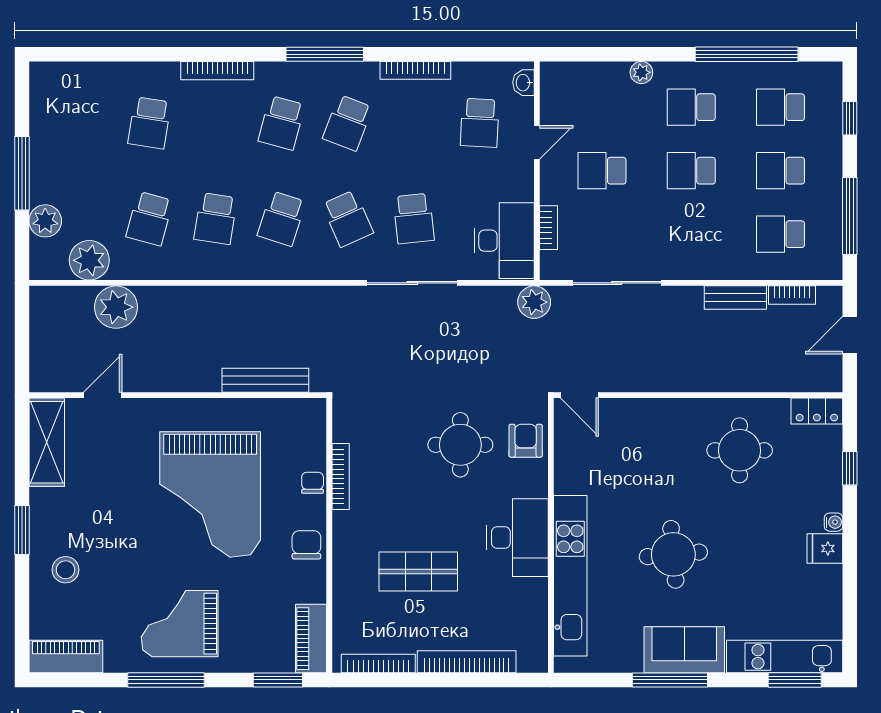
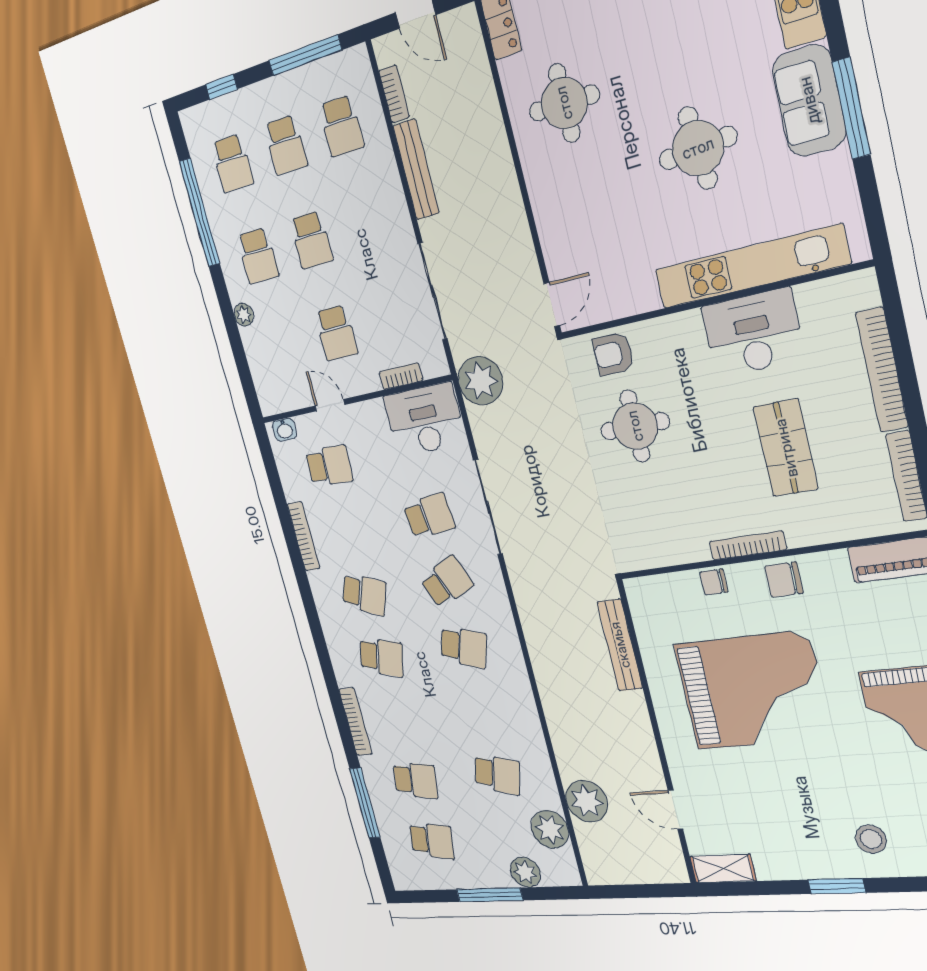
window: (325, 54) -> (365, 803), moved
school desk: (215, 219) -> (432, 841), moved
bench: (735, 298) -> (416, 169), width x1.36
plant: (534, 302) -> (480, 381), width x1.36, depth x1.36
shelving: (47, 442) -> (723, 869), width x0.67, depth x0.75
bookcase: (341, 477) -> (748, 545), moved
desk: (517, 538) -> (753, 333), moved

